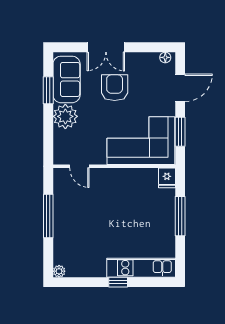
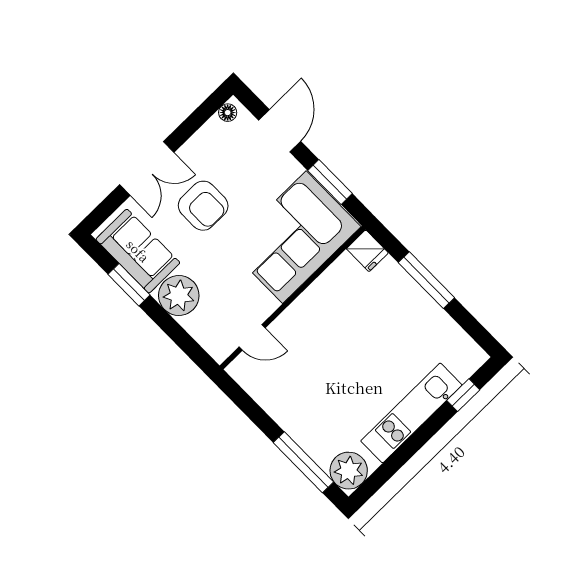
armchair: (115, 88) -> (203, 206), turned 180
window: (48, 216) -> (303, 462), moved
kitchen unit: (141, 268) -> (411, 413), moved
plant: (59, 271) -> (349, 471), width x1.87, depth x1.87
window: (118, 282) -> (463, 395), moved

